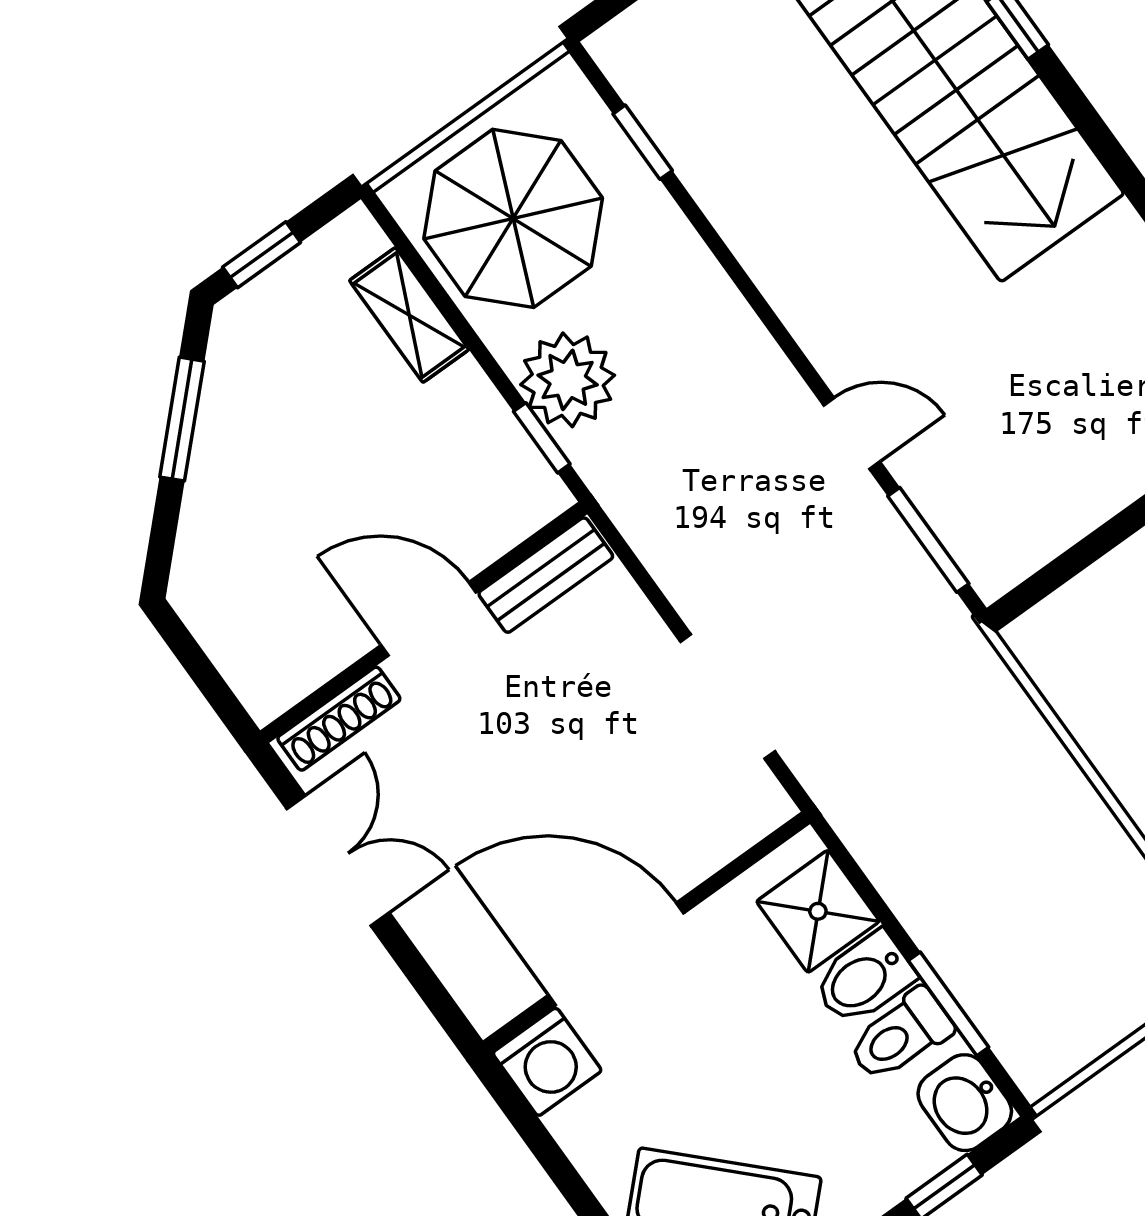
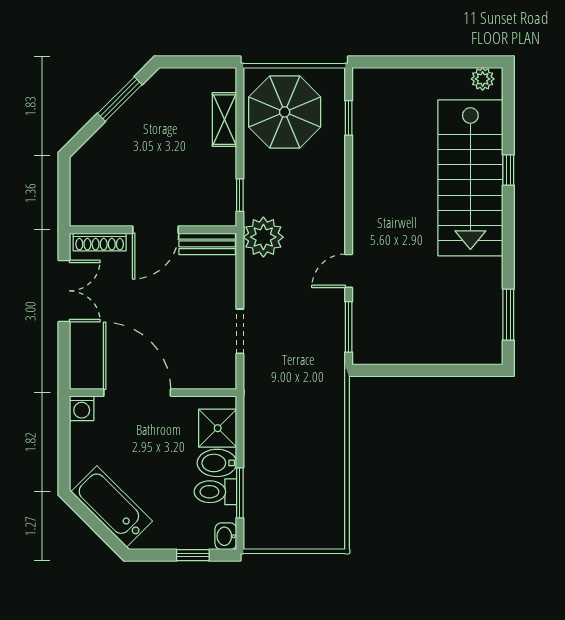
window: (262, 255) -> (188, 62), removed
plant: (568, 380) -> (263, 237), moved
door: (852, 433) -> (349, 271), swing flipped
door: (429, 619) -> (156, 230), swing flipped
doorway: (728, 697) -> (240, 331), width x0.73
washing machine: (547, 1062) -> (82, 408), width x0.73, depth x0.73
washbasin: (965, 1103) -> (226, 536), width x0.72, depth x0.69

